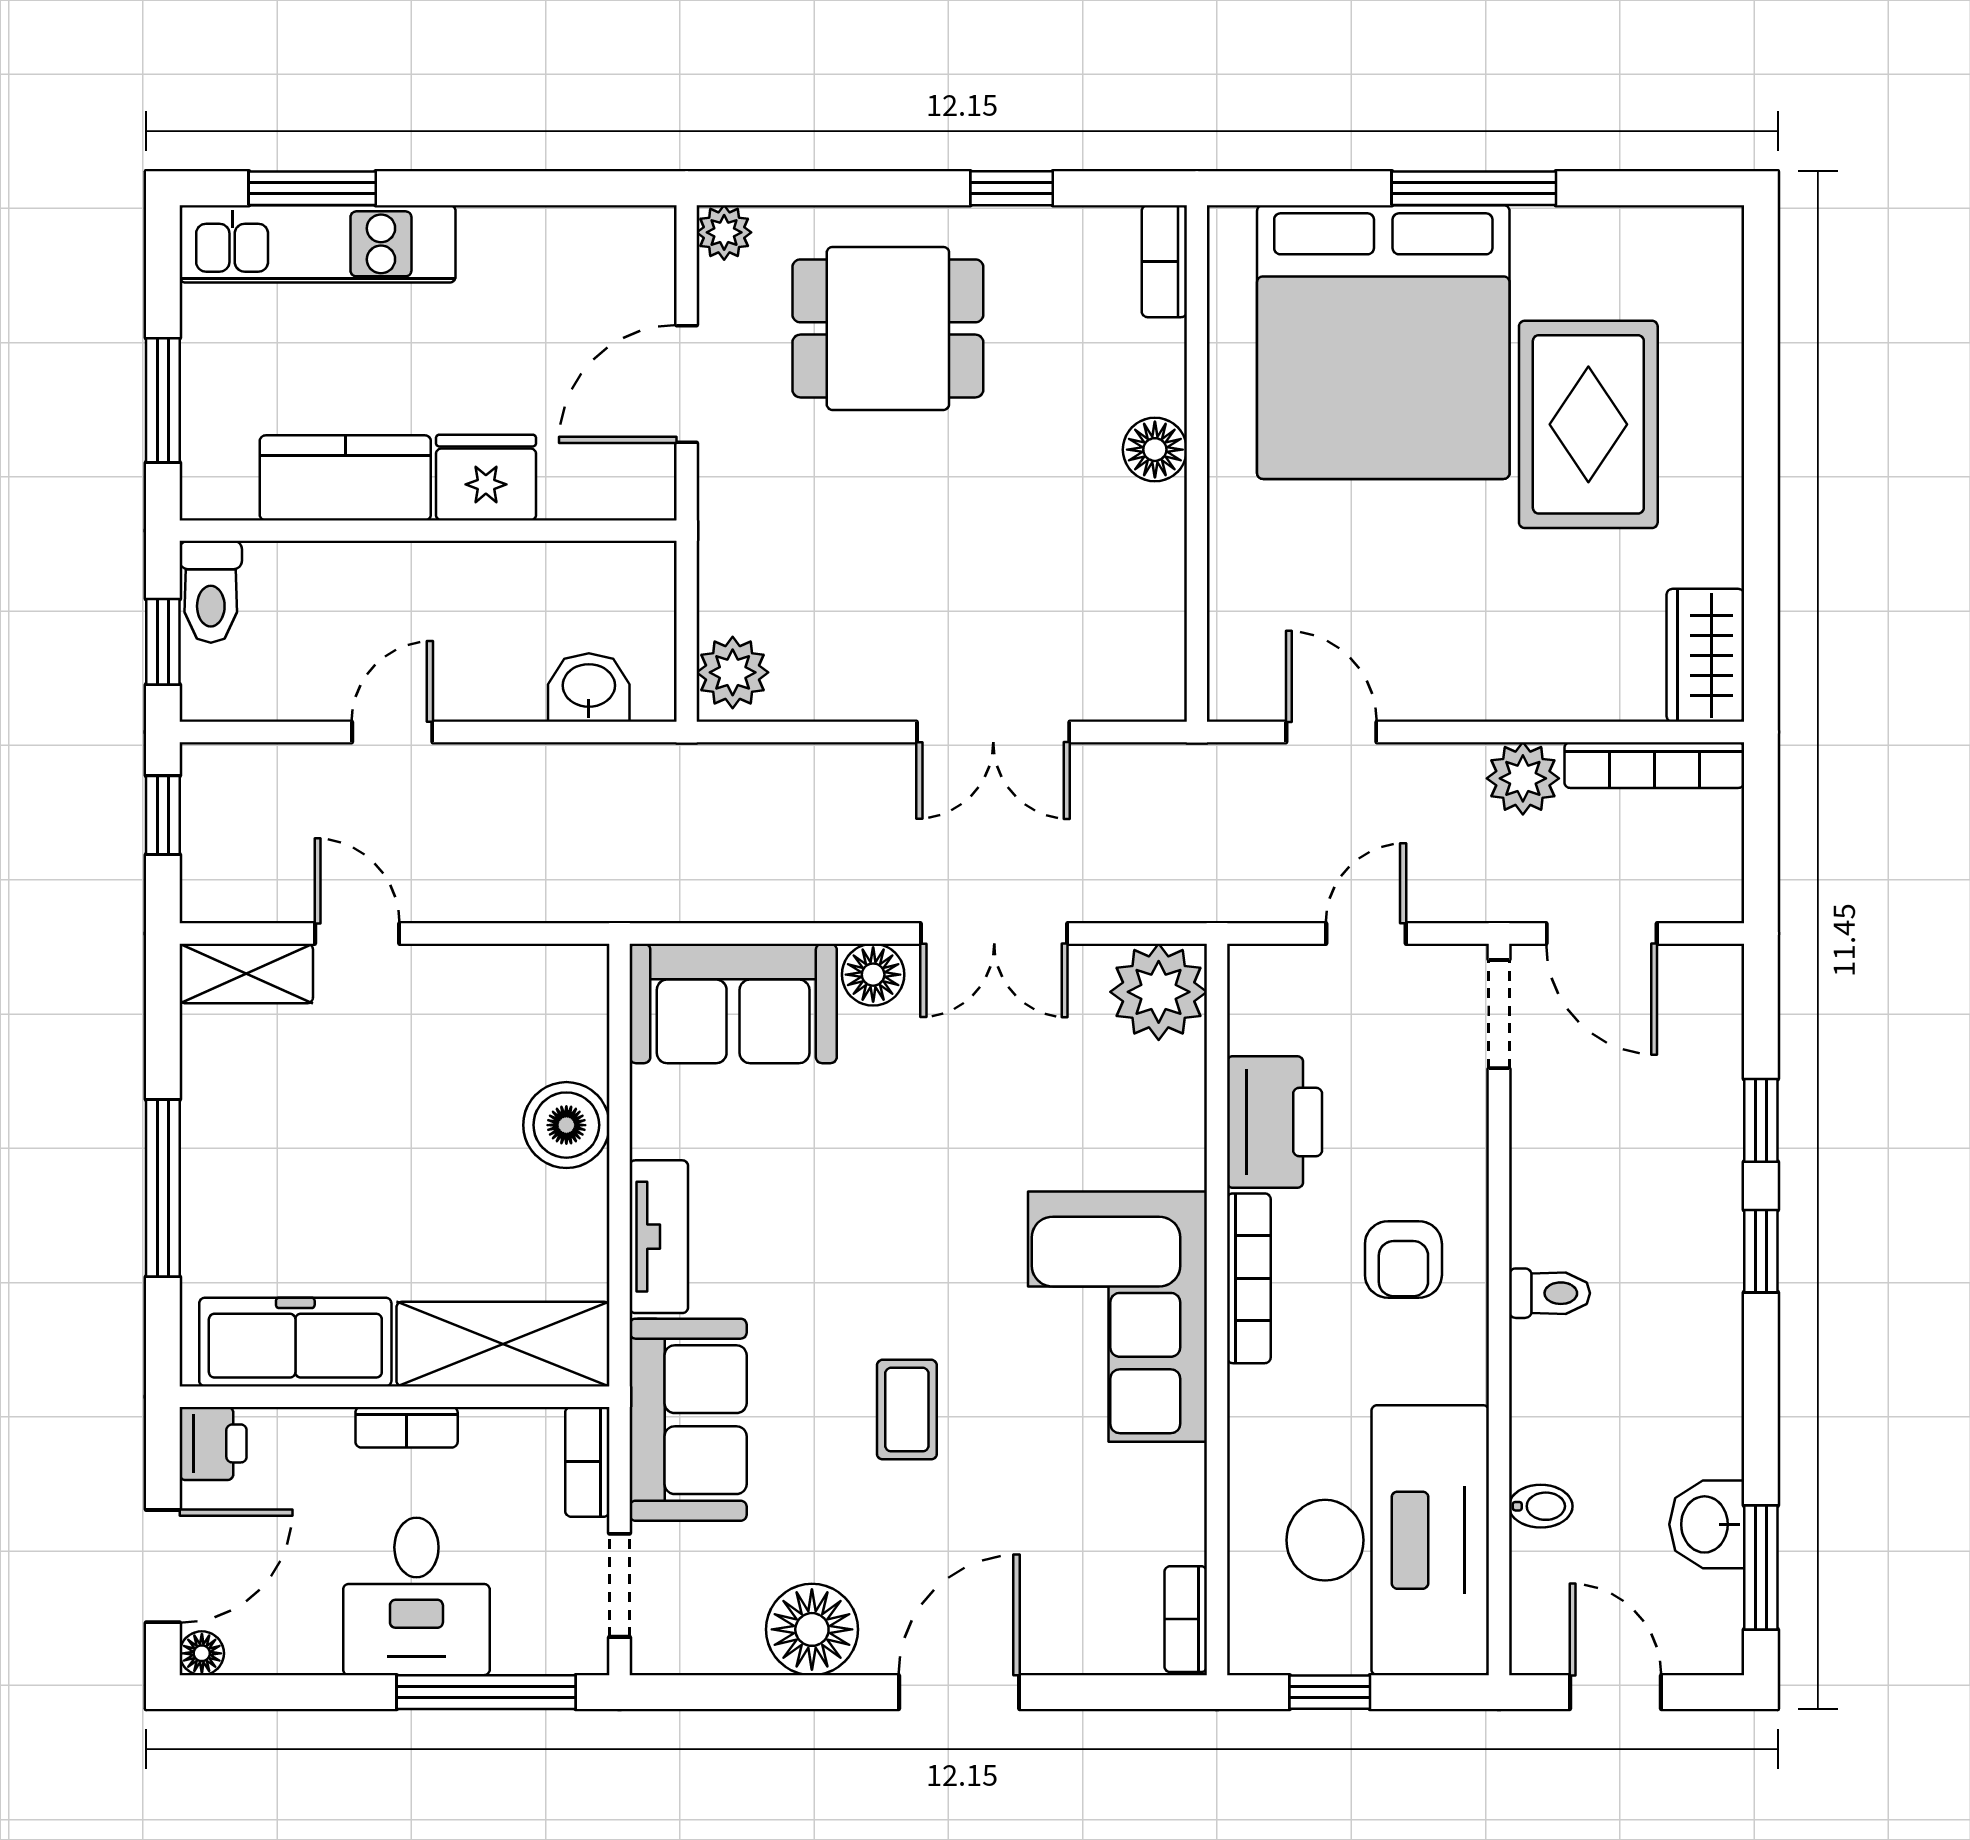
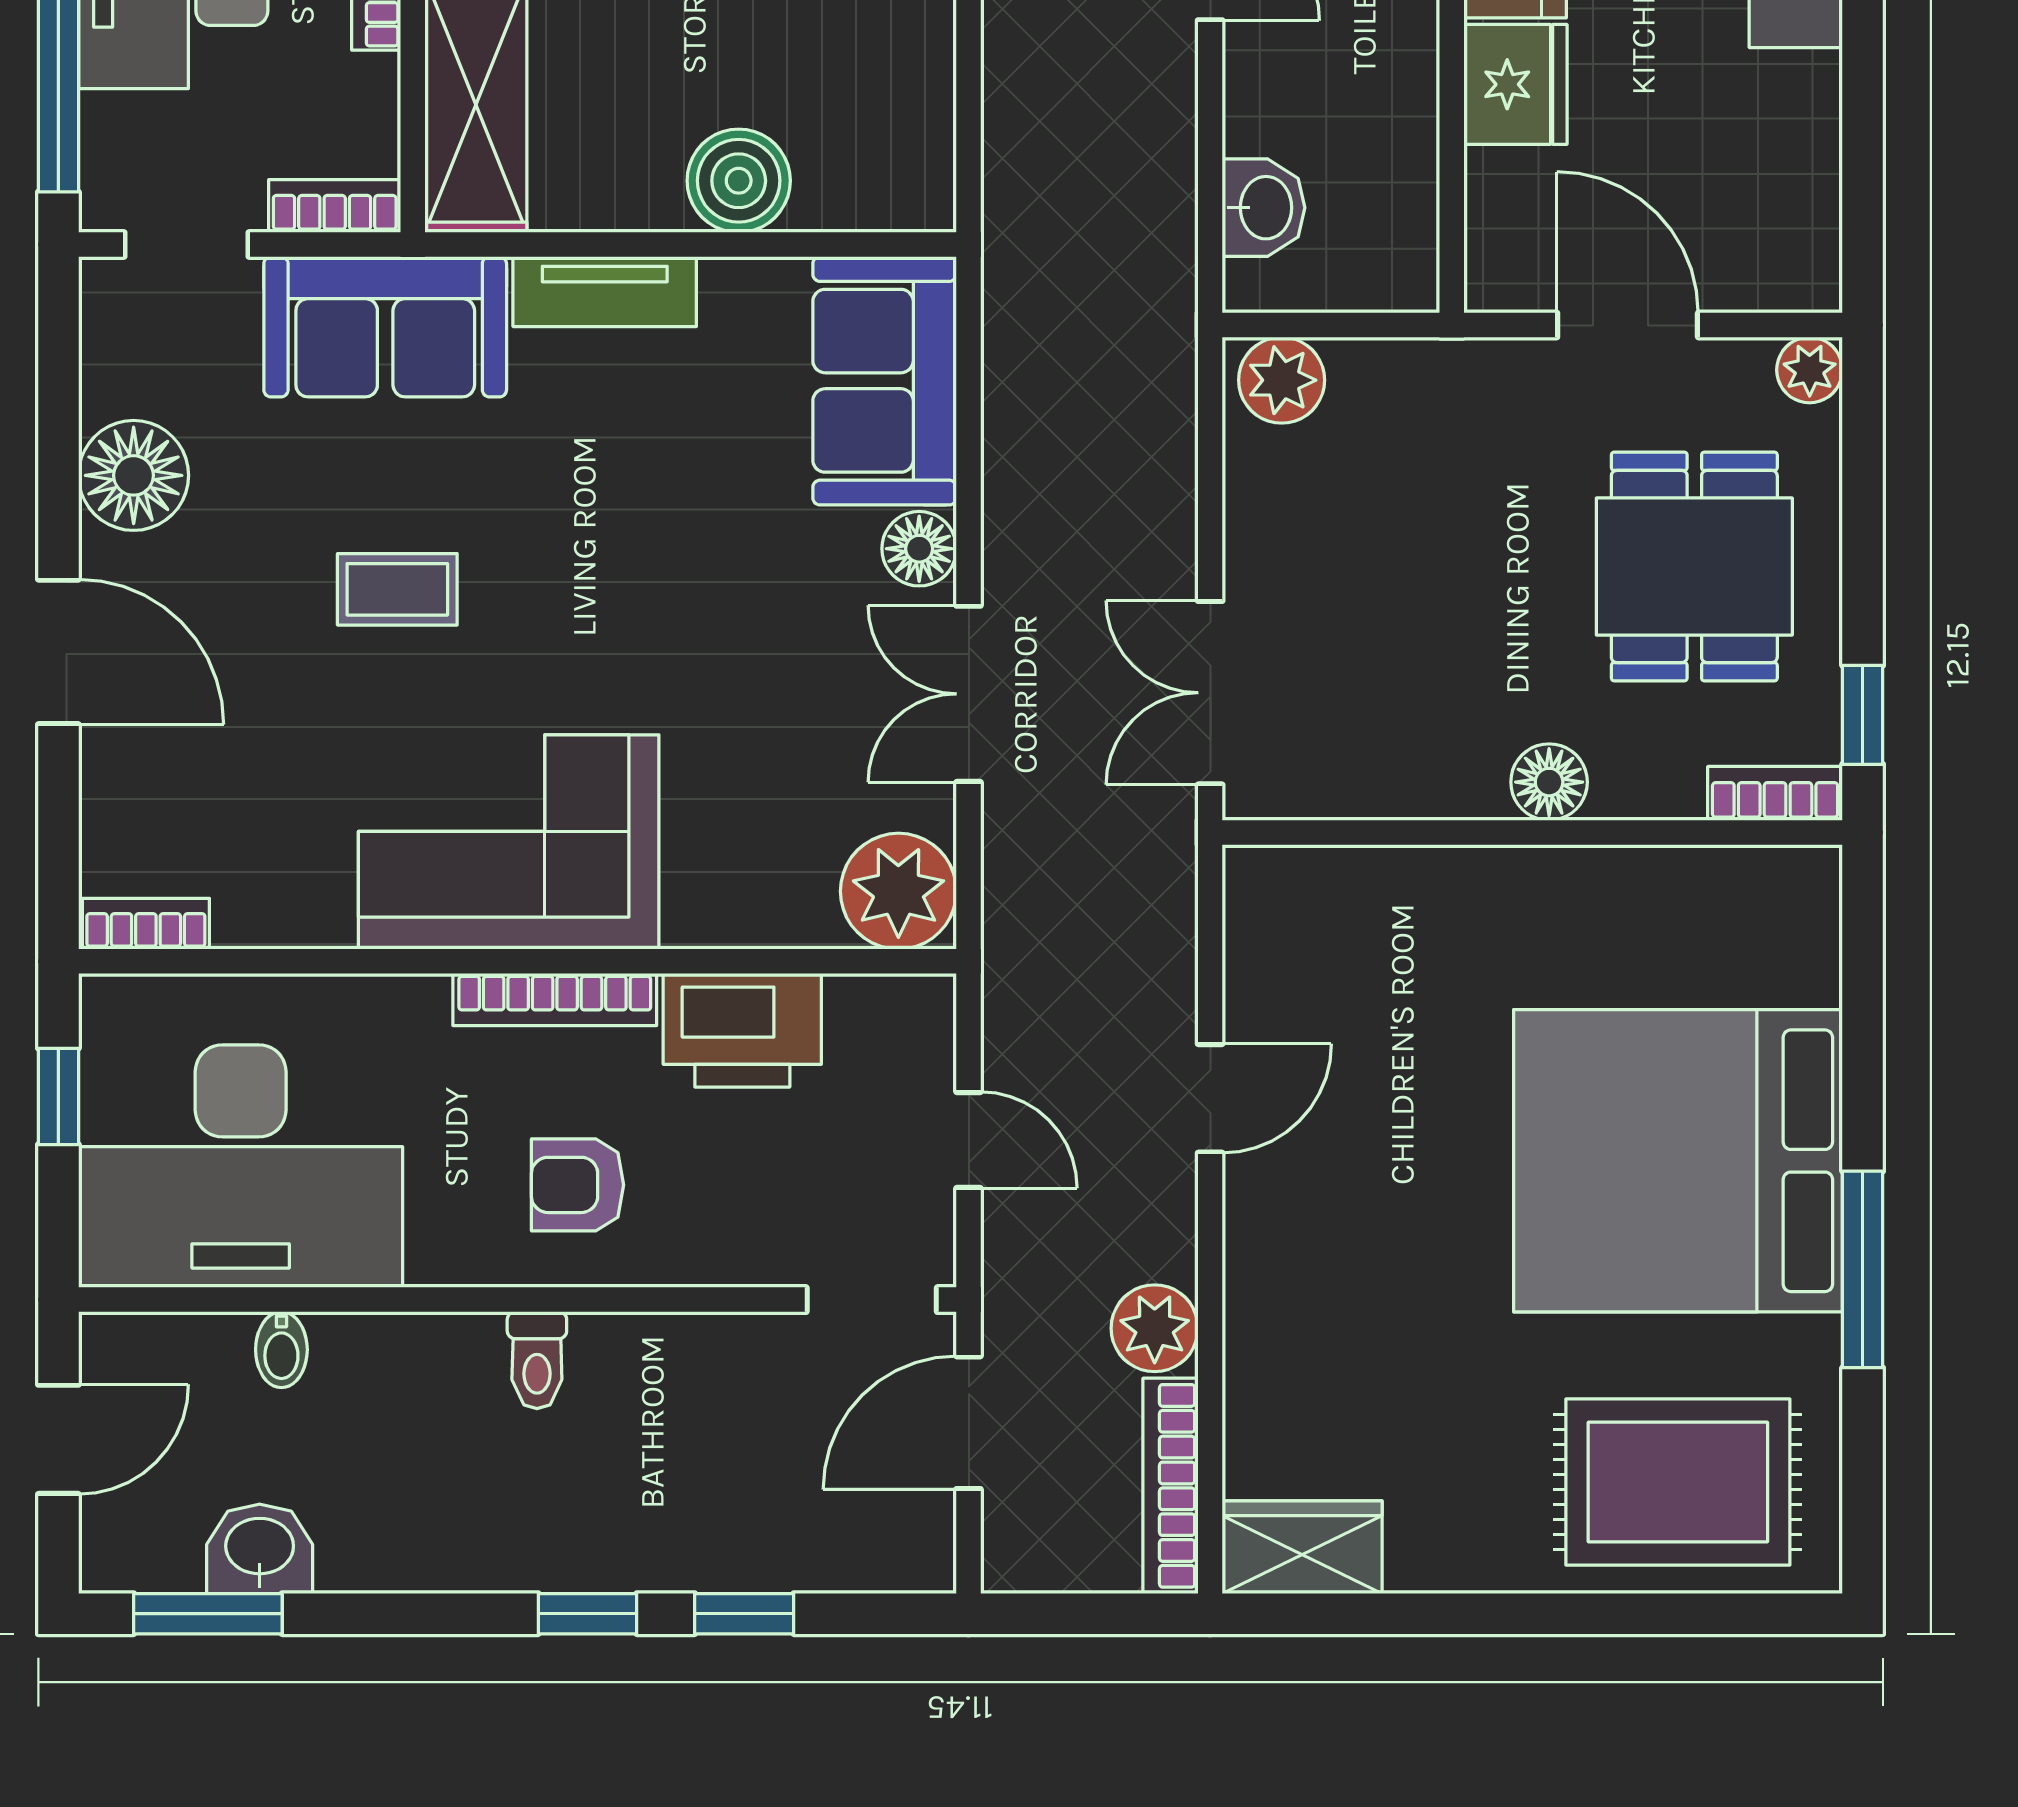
bookcase: (1164, 261) -> (1775, 793), moved
rug: (1588, 424) -> (1678, 1482), moved
floor lamp: (1155, 450) -> (1549, 782), moved
wall: (1197, 463) -> (1532, 832), moved

